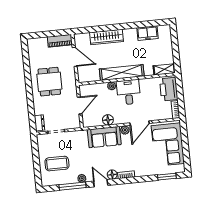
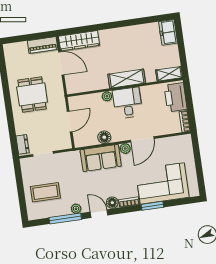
freezer: (147, 33) -> (168, 32), moved, turned 90
wardrobe: (106, 37) -> (79, 41), moved
shelving: (122, 73) -> (127, 79), width x0.68
corner sofa: (168, 145) -> (162, 183), moved, turned 90
window: (167, 177) -> (152, 206), moved

